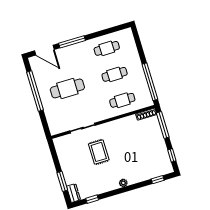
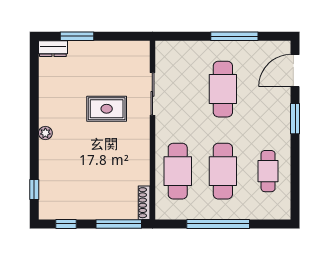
window: (72, 42) -> (295, 119), width x0.69
cafe table: (115, 74) -> (223, 171), width x1.37, depth x1.35
window: (150, 82) -> (218, 224), moved
window: (35, 91) -> (234, 36), width x0.68
cafe table: (122, 100) -> (178, 171), width x1.37, depth x1.35
window: (92, 199) -> (34, 76), removed

